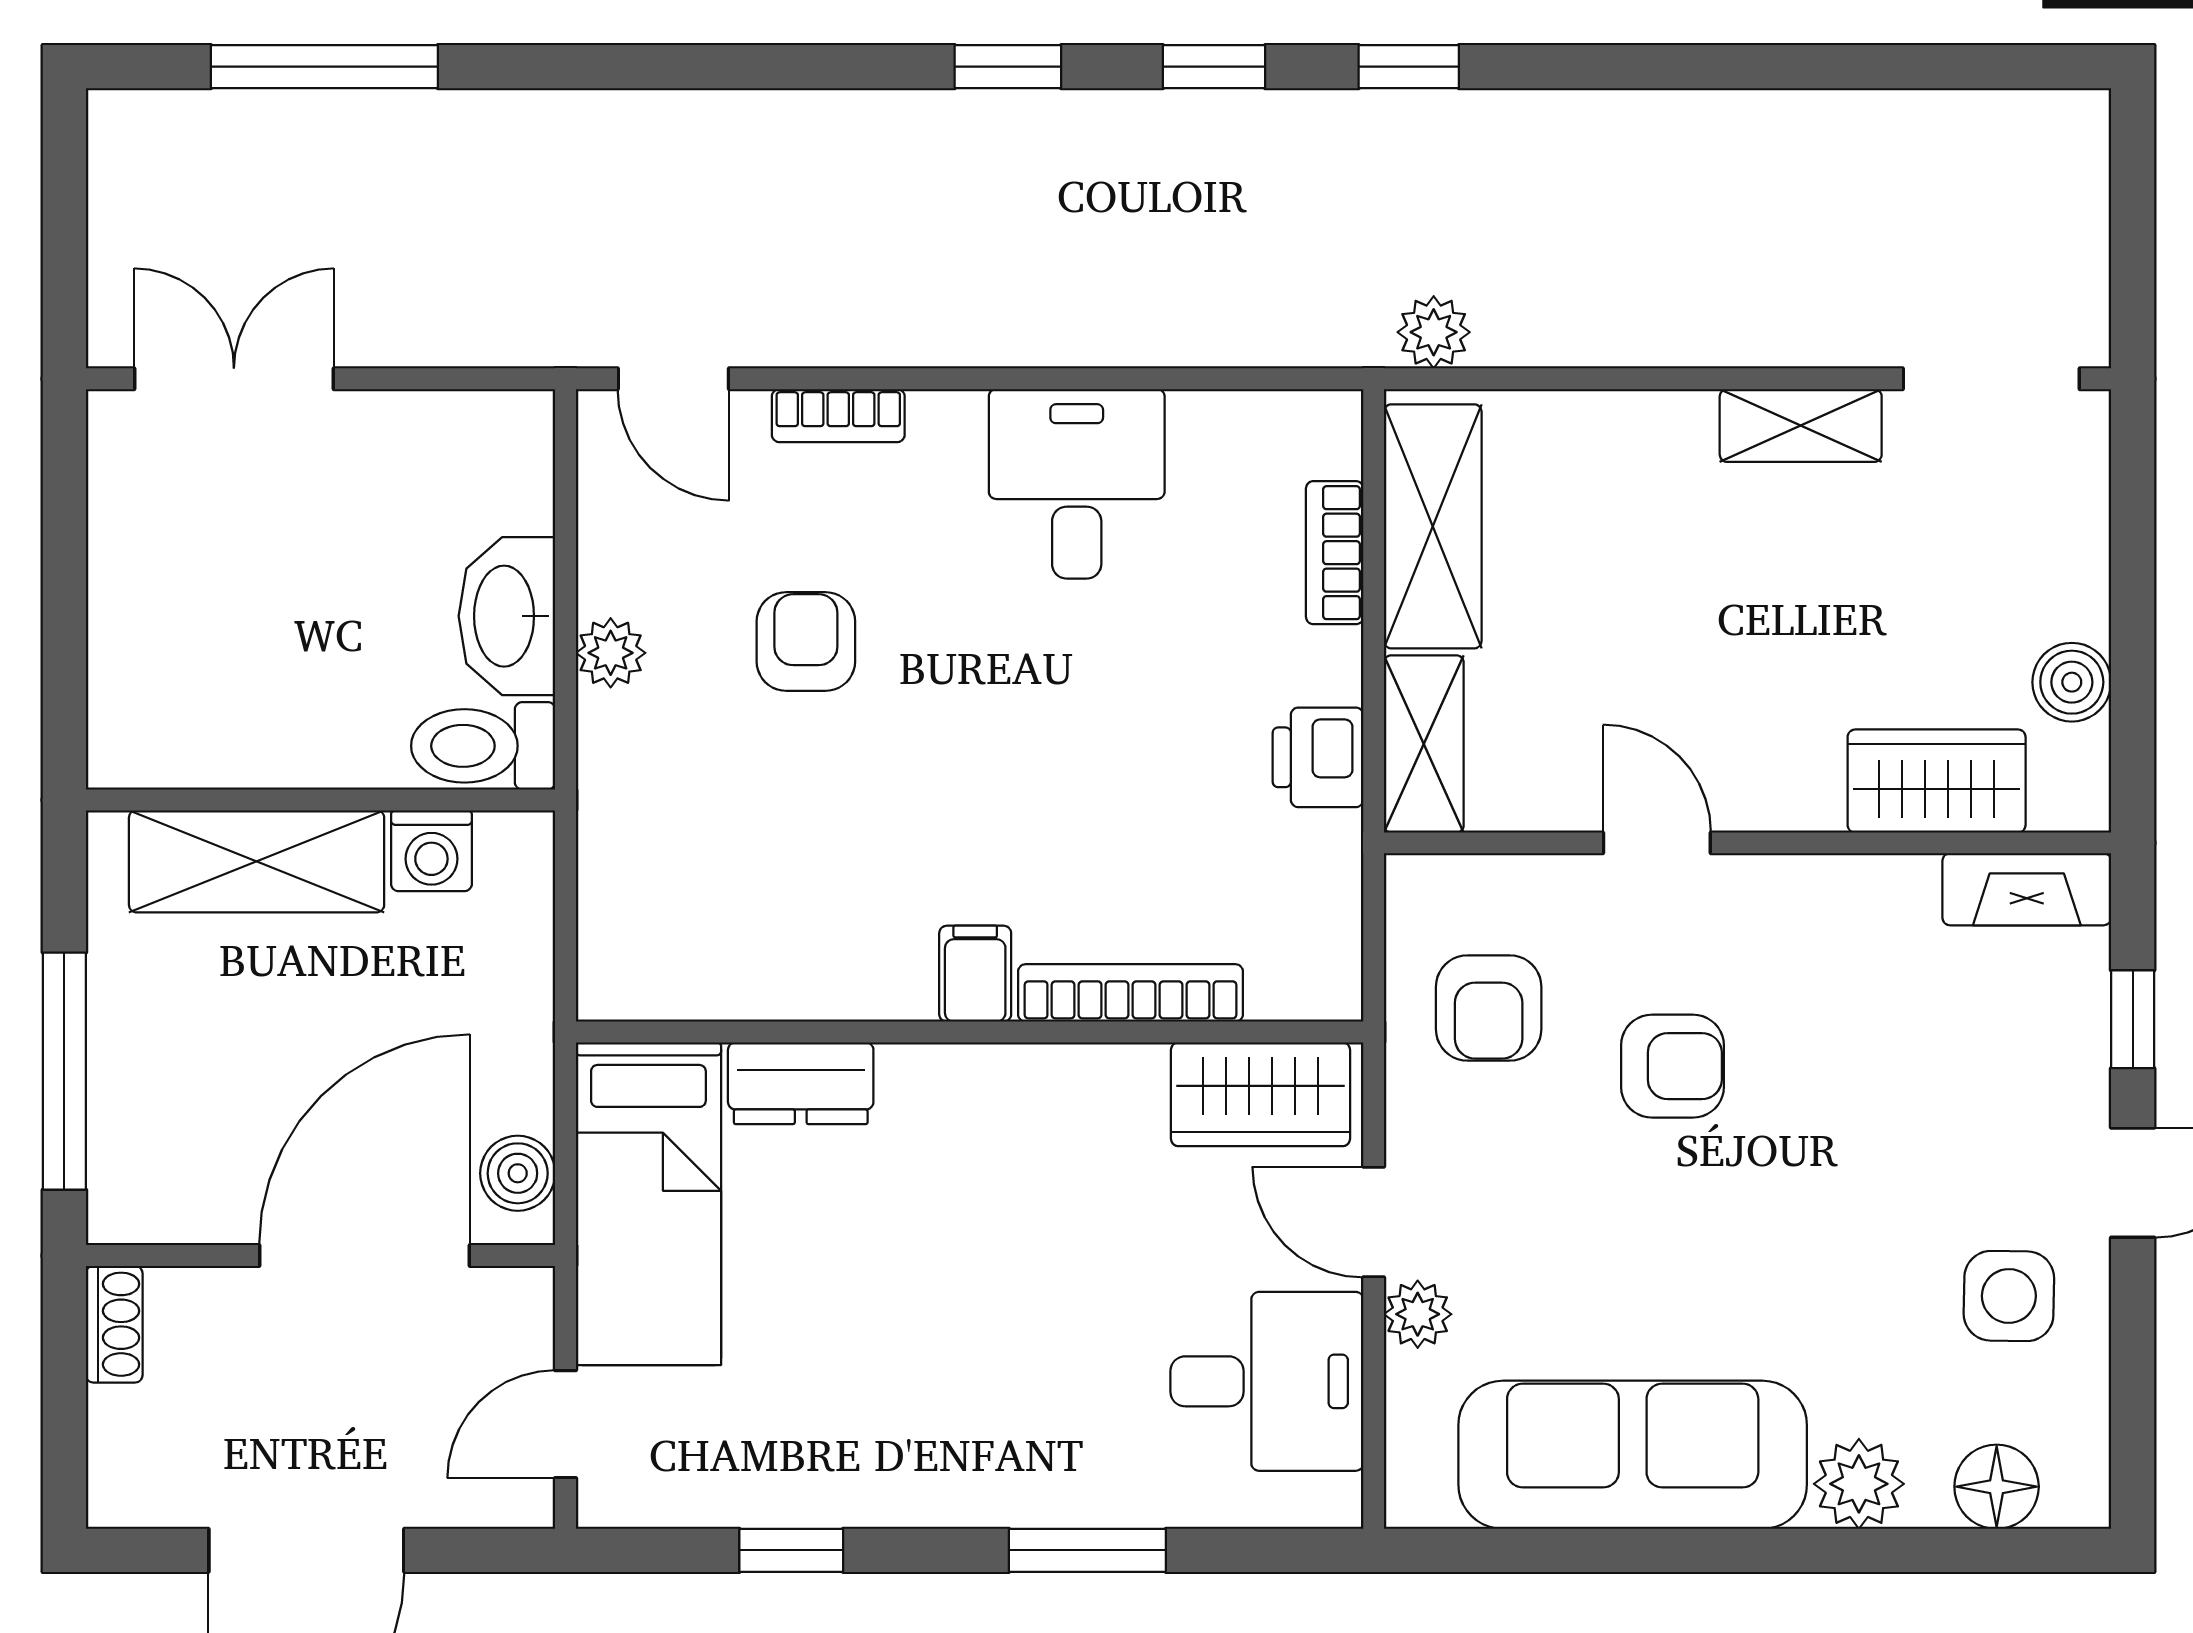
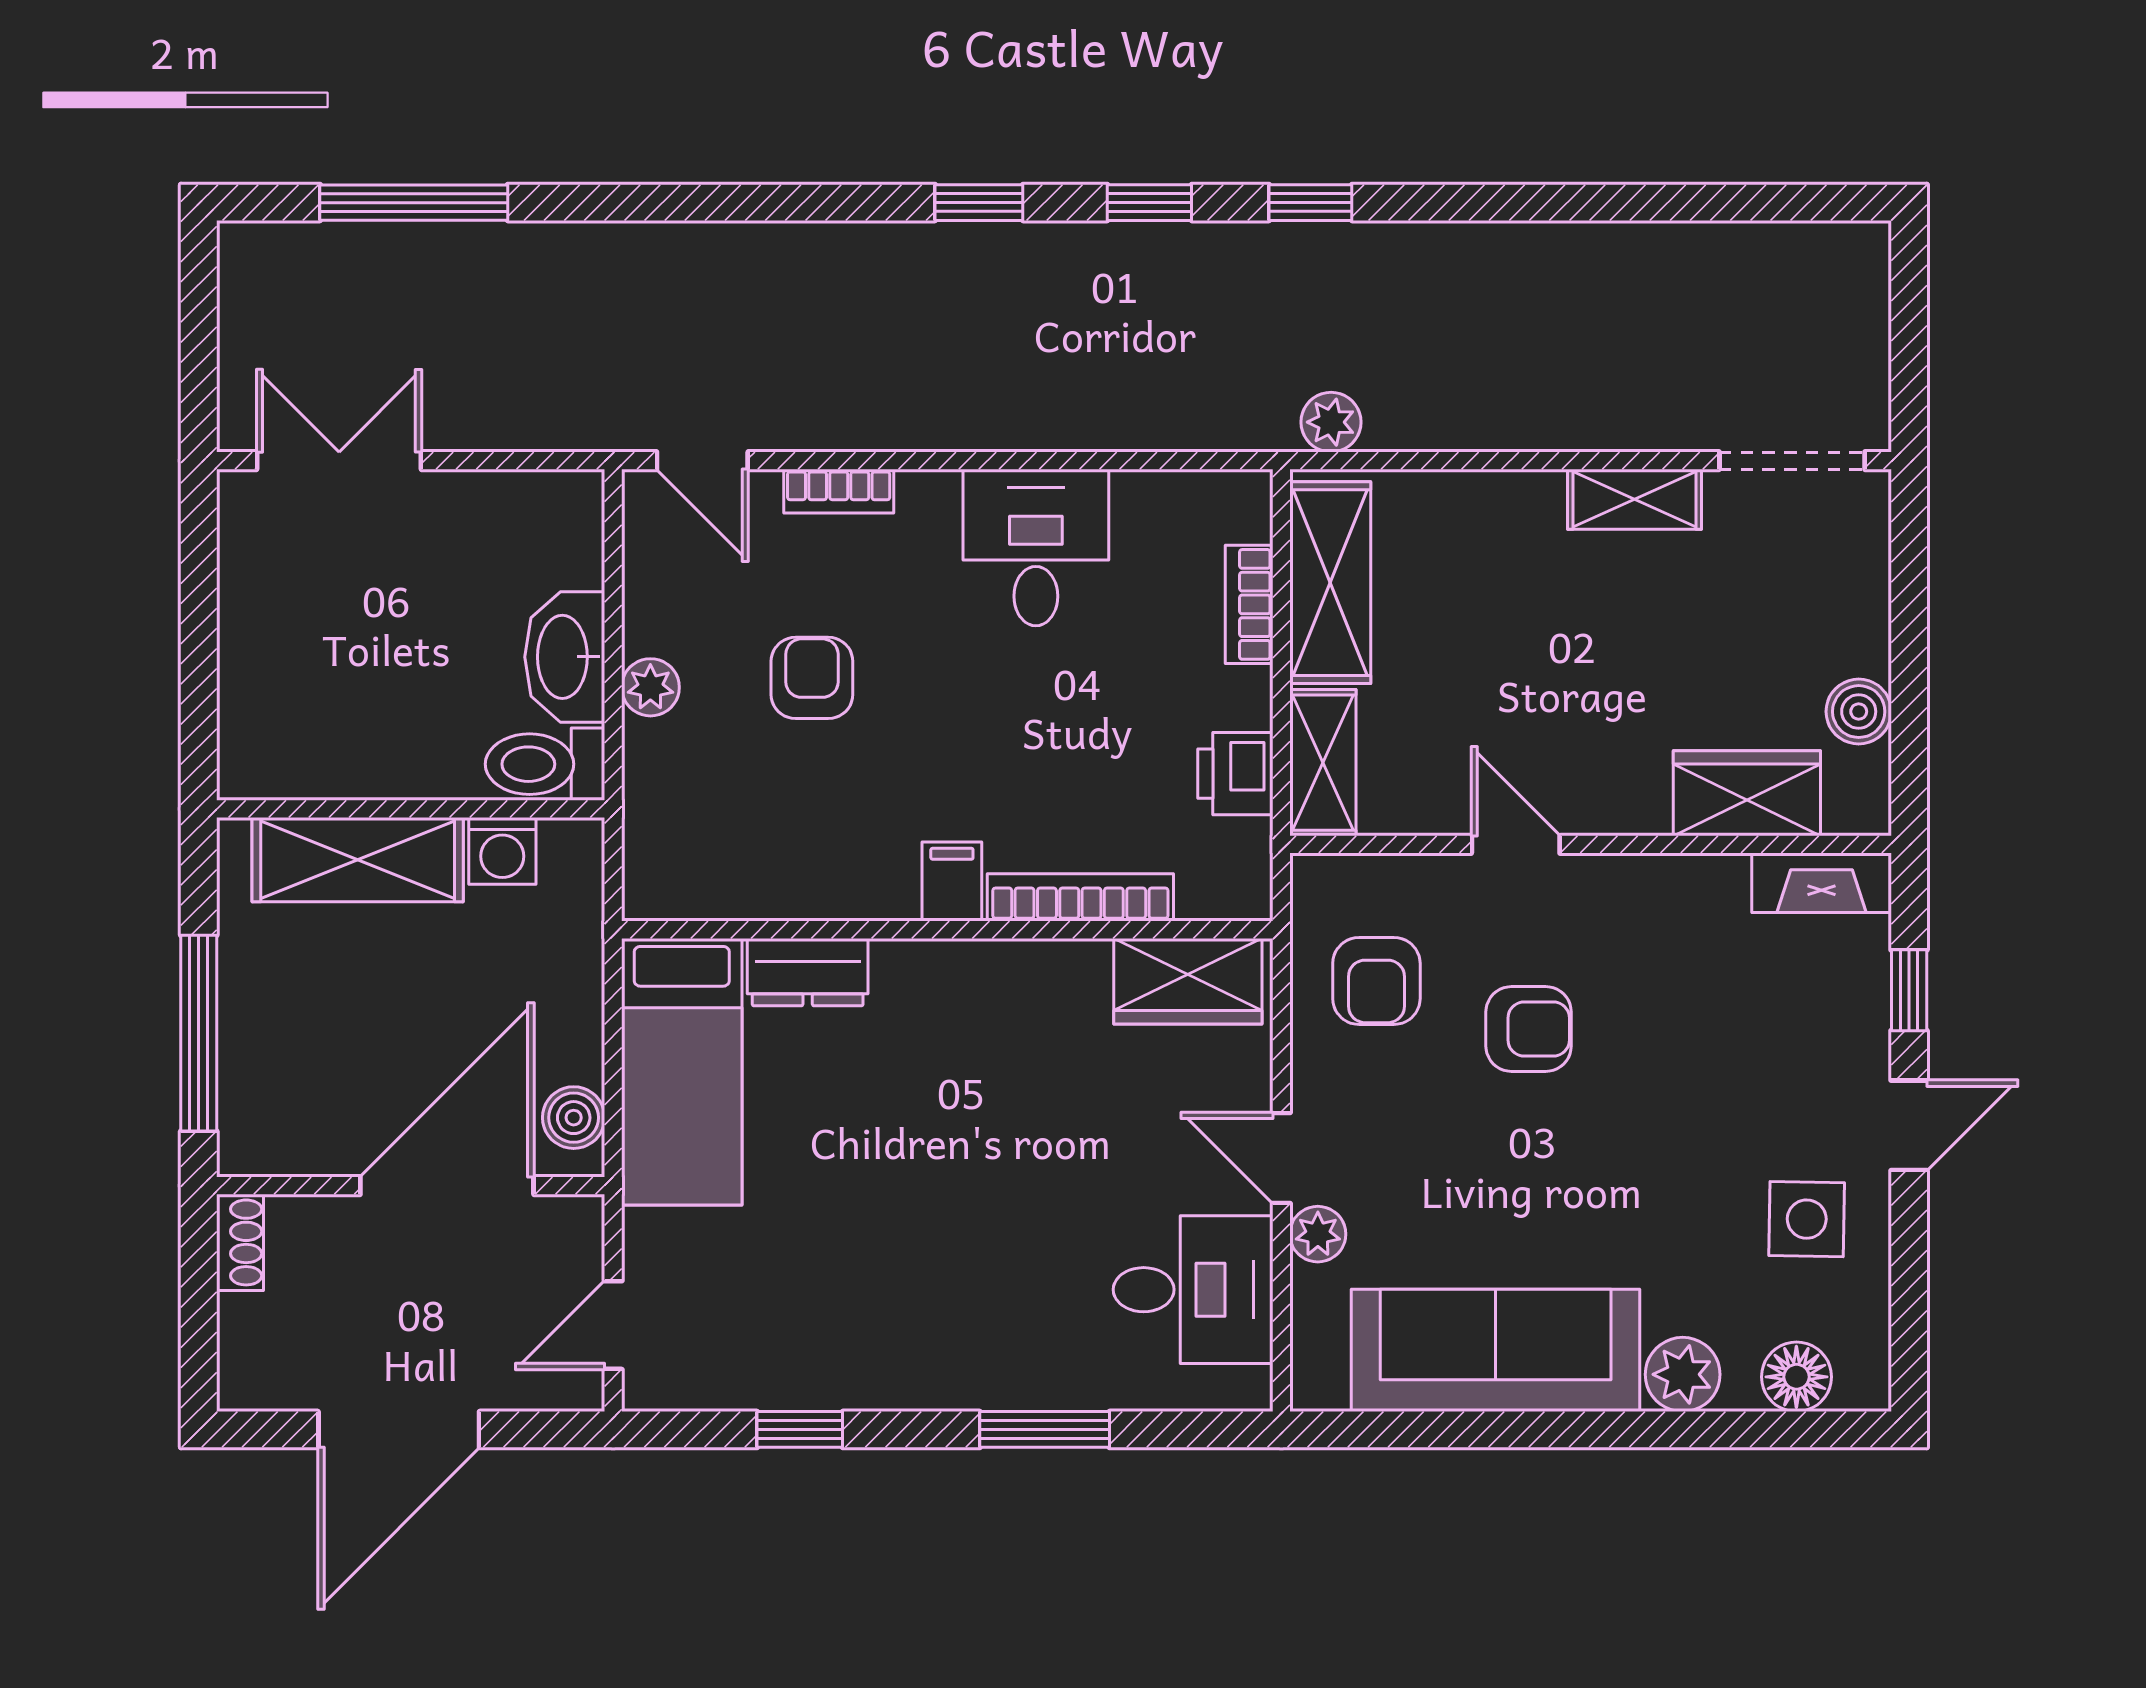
filing cabinet: (975, 974) -> (952, 882), moved
bookcase: (1131, 993) -> (1080, 897), moved
wall: (970, 1032) -> (947, 930), moved
dresser: (801, 1083) -> (808, 972), moved
wardrobe: (1260, 1094) -> (1188, 981), moved
bed: (648, 1204) -> (682, 1072), moved

